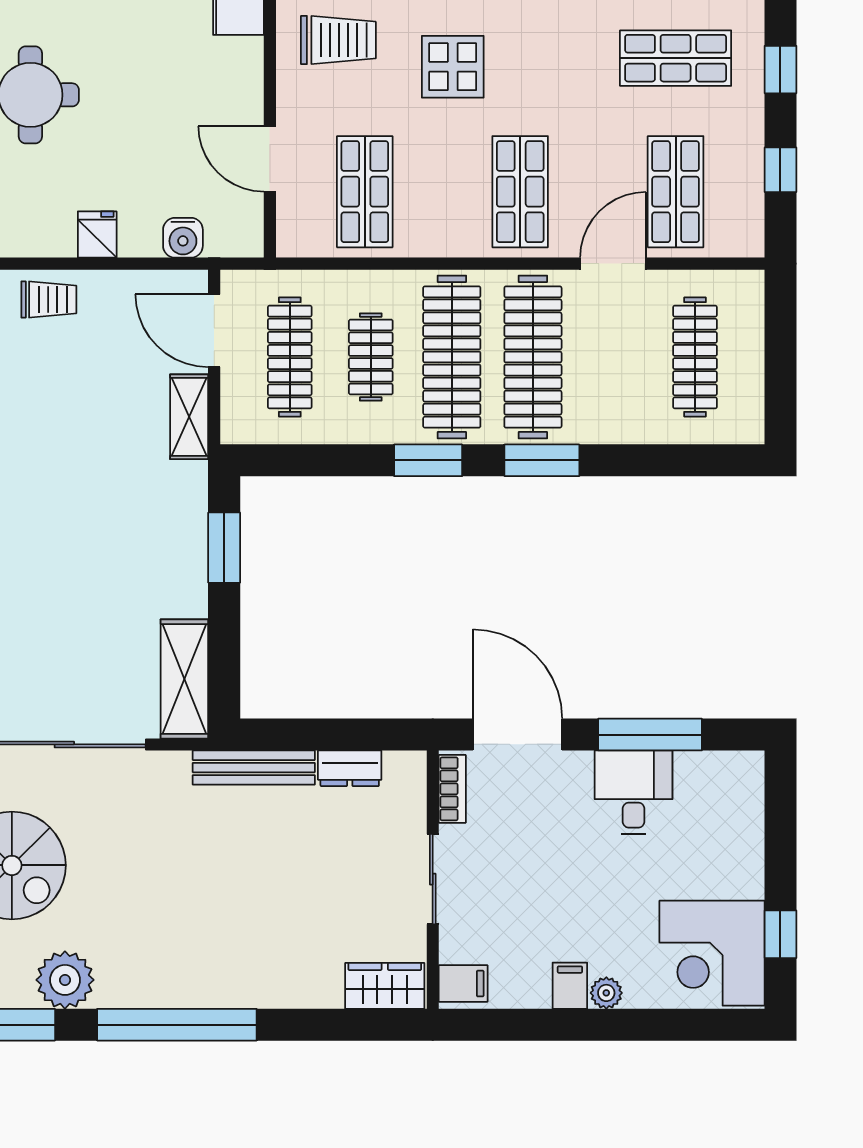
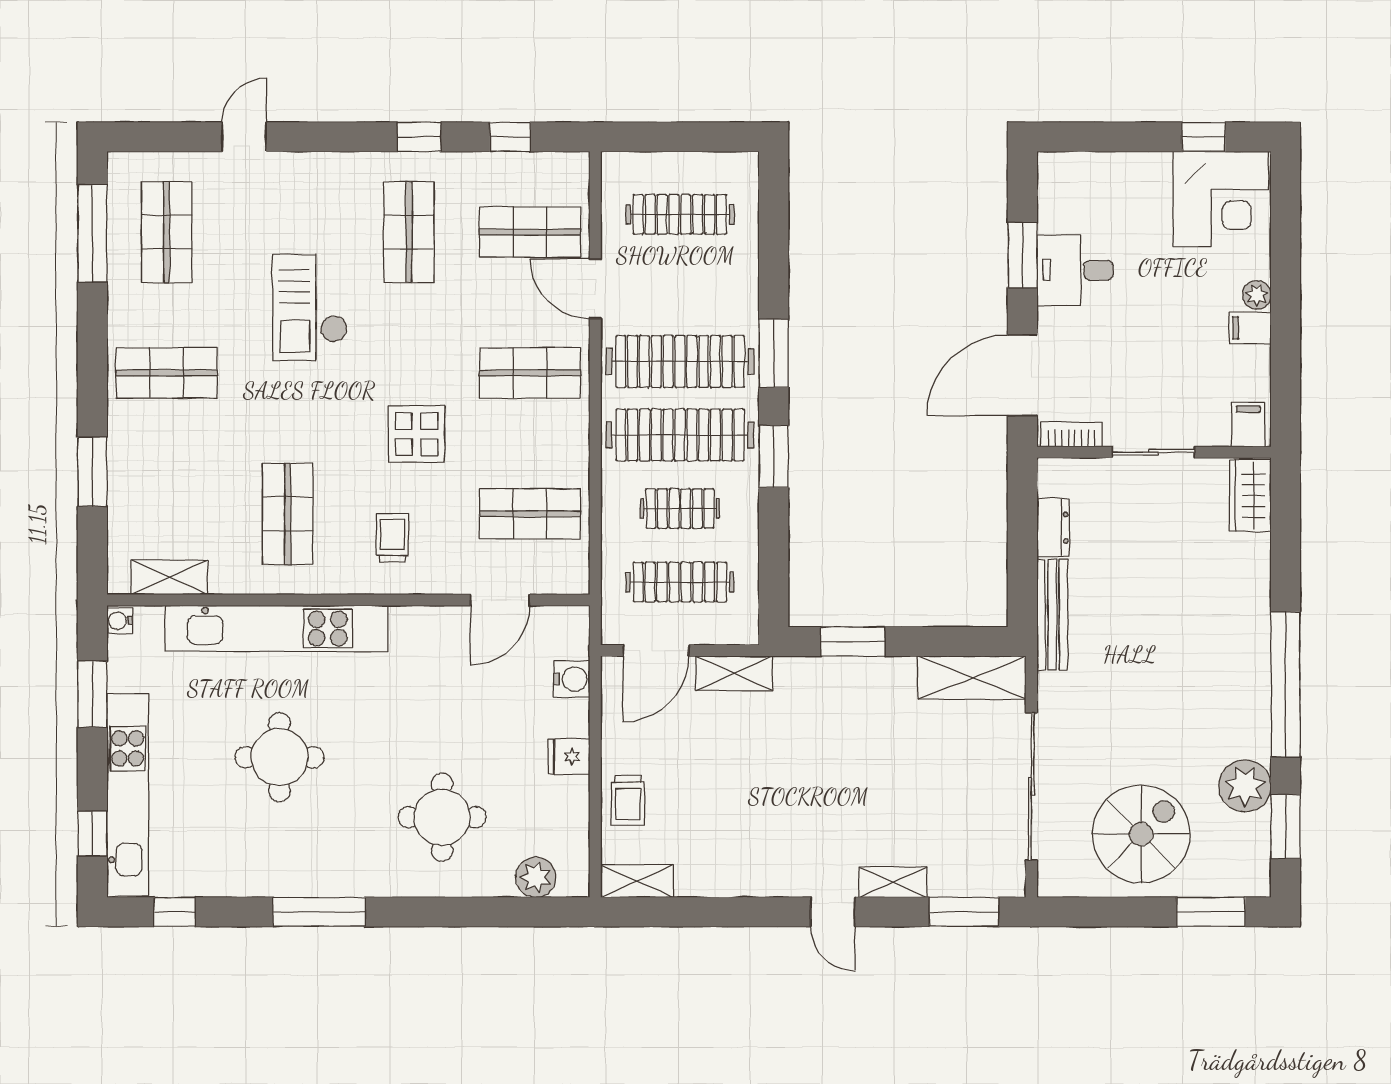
trolley: (338, 40) -> (392, 538), width x0.73, depth x0.72
trolley: (49, 300) -> (628, 800), turned 180
window: (650, 735) -> (1022, 255), width x0.69

